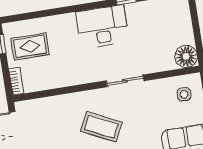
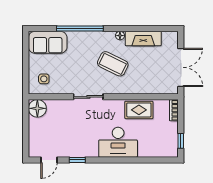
desk: (102, 27) -> (118, 142), moved
rug: (30, 46) -> (139, 110), moved

